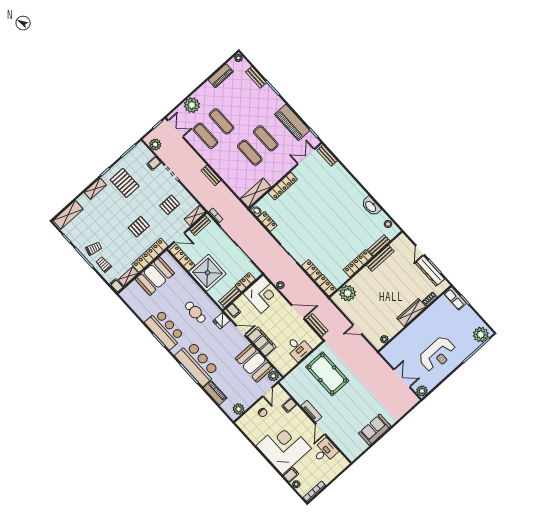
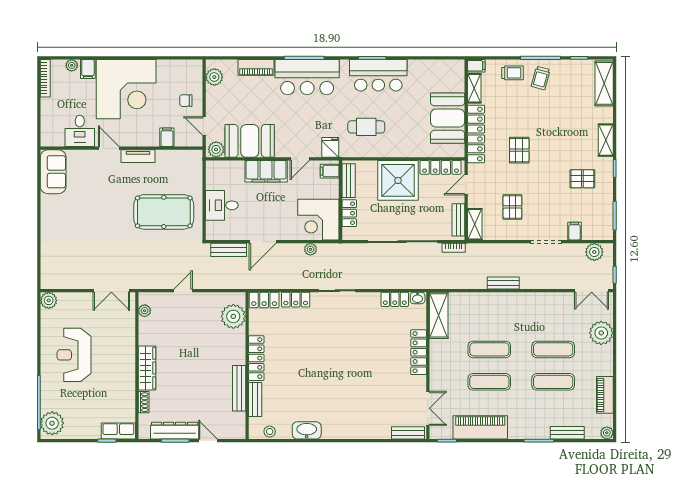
exercise mat: (206, 136) -> (553, 382), moved
pallet: (125, 183) -> (582, 179), width x0.67, depth x0.71
double door: (402, 378) -> (111, 291), moved
sofa: (375, 430) -> (53, 172), moved

